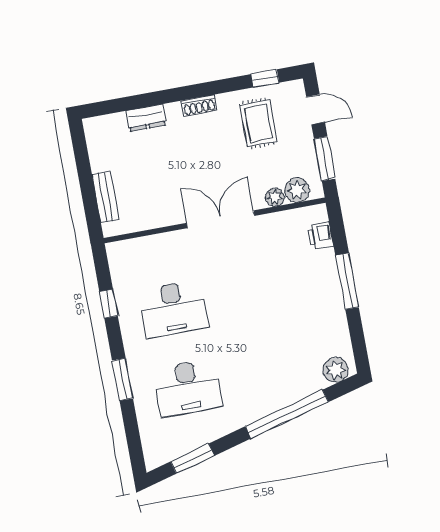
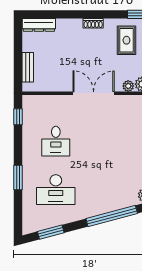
dresser: (146, 118) -> (39, 25), moved, width x1.44
window: (109, 304) -> (18, 117), moved
desk: (173, 309) -> (56, 141), width x0.73

